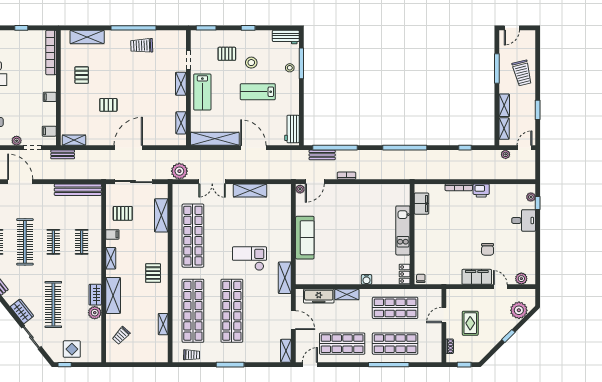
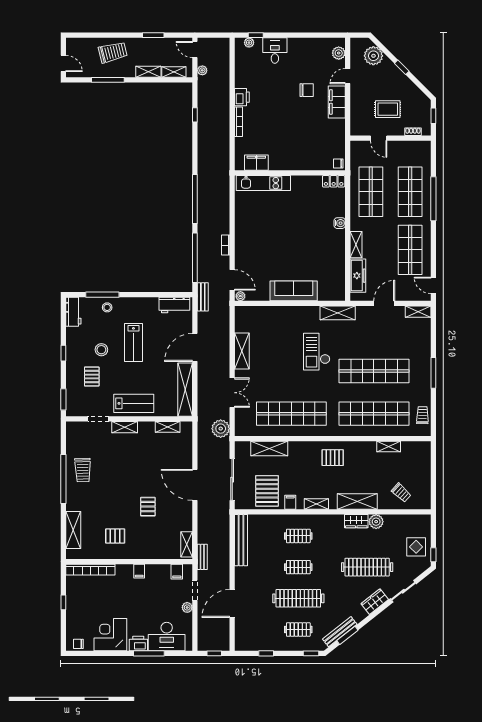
window: (405, 148) -> (195, 199), moved
bench: (322, 155) -> (203, 297), moved
pallet: (123, 213) -> (267, 491), width x1.50, depth x1.42
kitchen unit: (403, 230) -> (263, 183), moved

